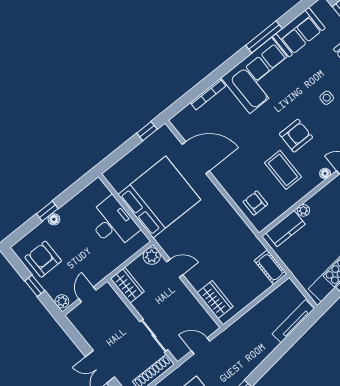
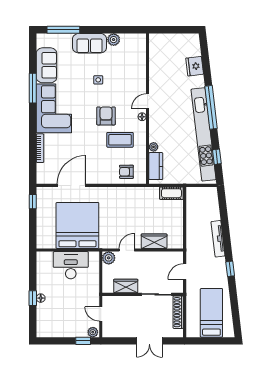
armchair: (43, 259) -> (59, 323), removed
wardrobe: (127, 285) -> (126, 286), moved
window: (35, 286) -> (83, 341), moved
wardrobe: (215, 300) -> (154, 241), moved
tv unit: (293, 321) -> (218, 239), moved

